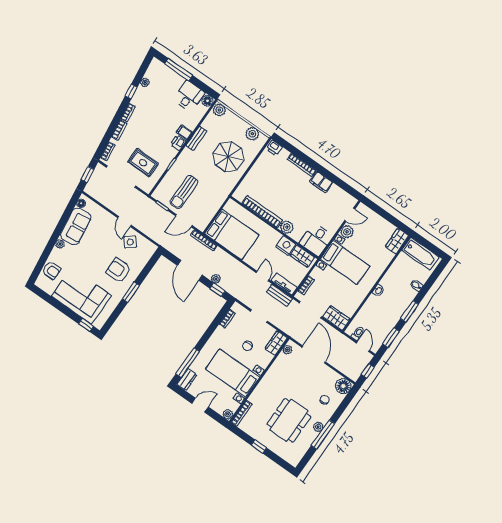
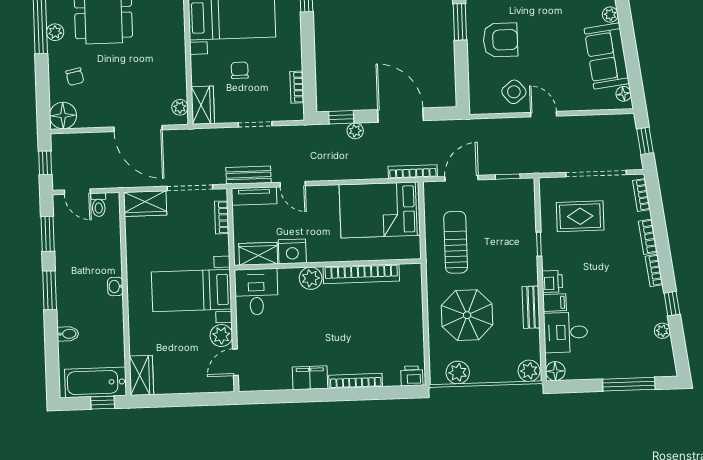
desk: (189, 96) -> (566, 332), moved, turned 90
sun lounger: (184, 192) -> (456, 242), moved
window: (424, 242) -> (103, 403), added

